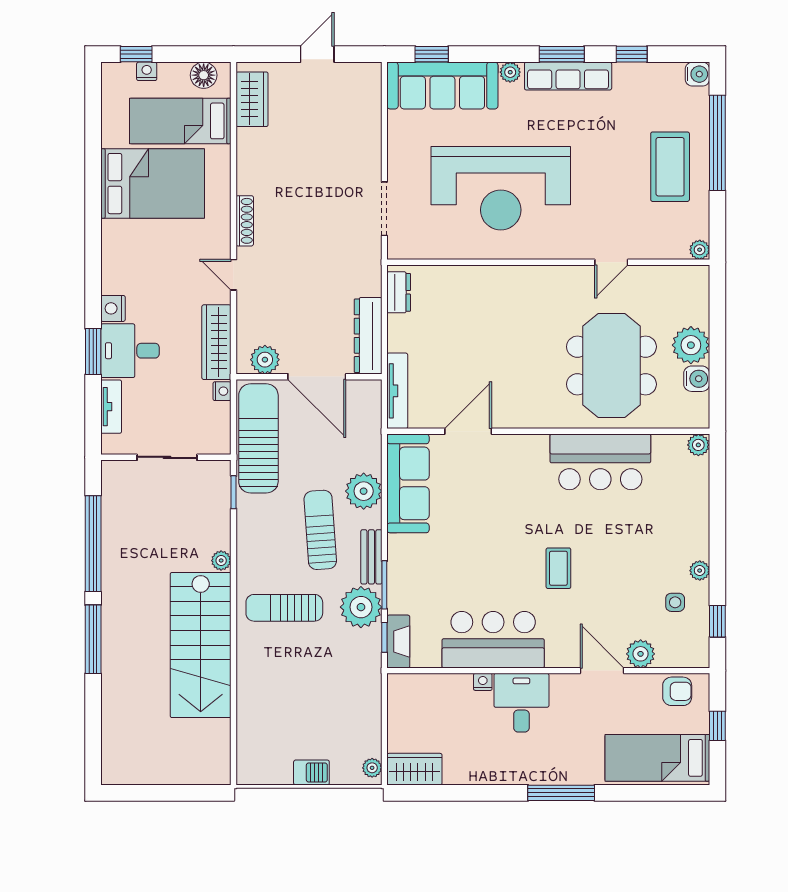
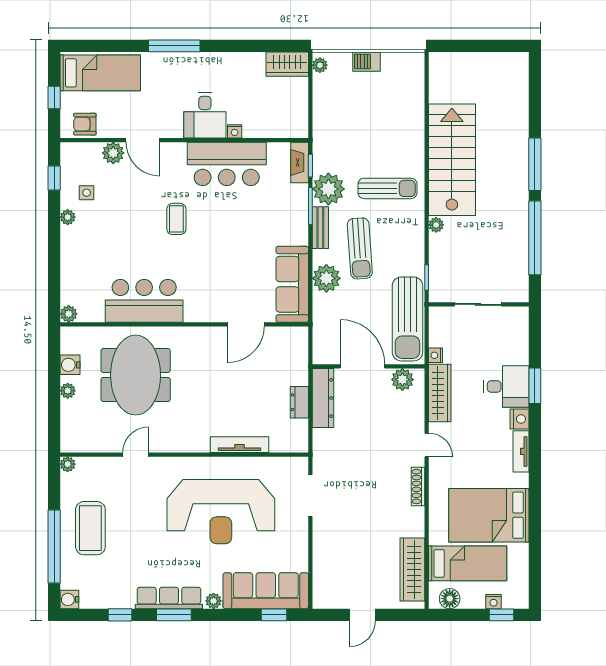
wardrobe: (252, 99) -> (412, 570), width x1.50
reception desk: (501, 188) -> (221, 512), turned 180
dresser: (399, 292) -> (299, 402), moved
plant: (691, 345) -> (68, 391), width x0.53, depth x0.53
tv unit: (397, 391) -> (240, 445), moved, turned 90
tv unit: (111, 407) -> (521, 451), moved

